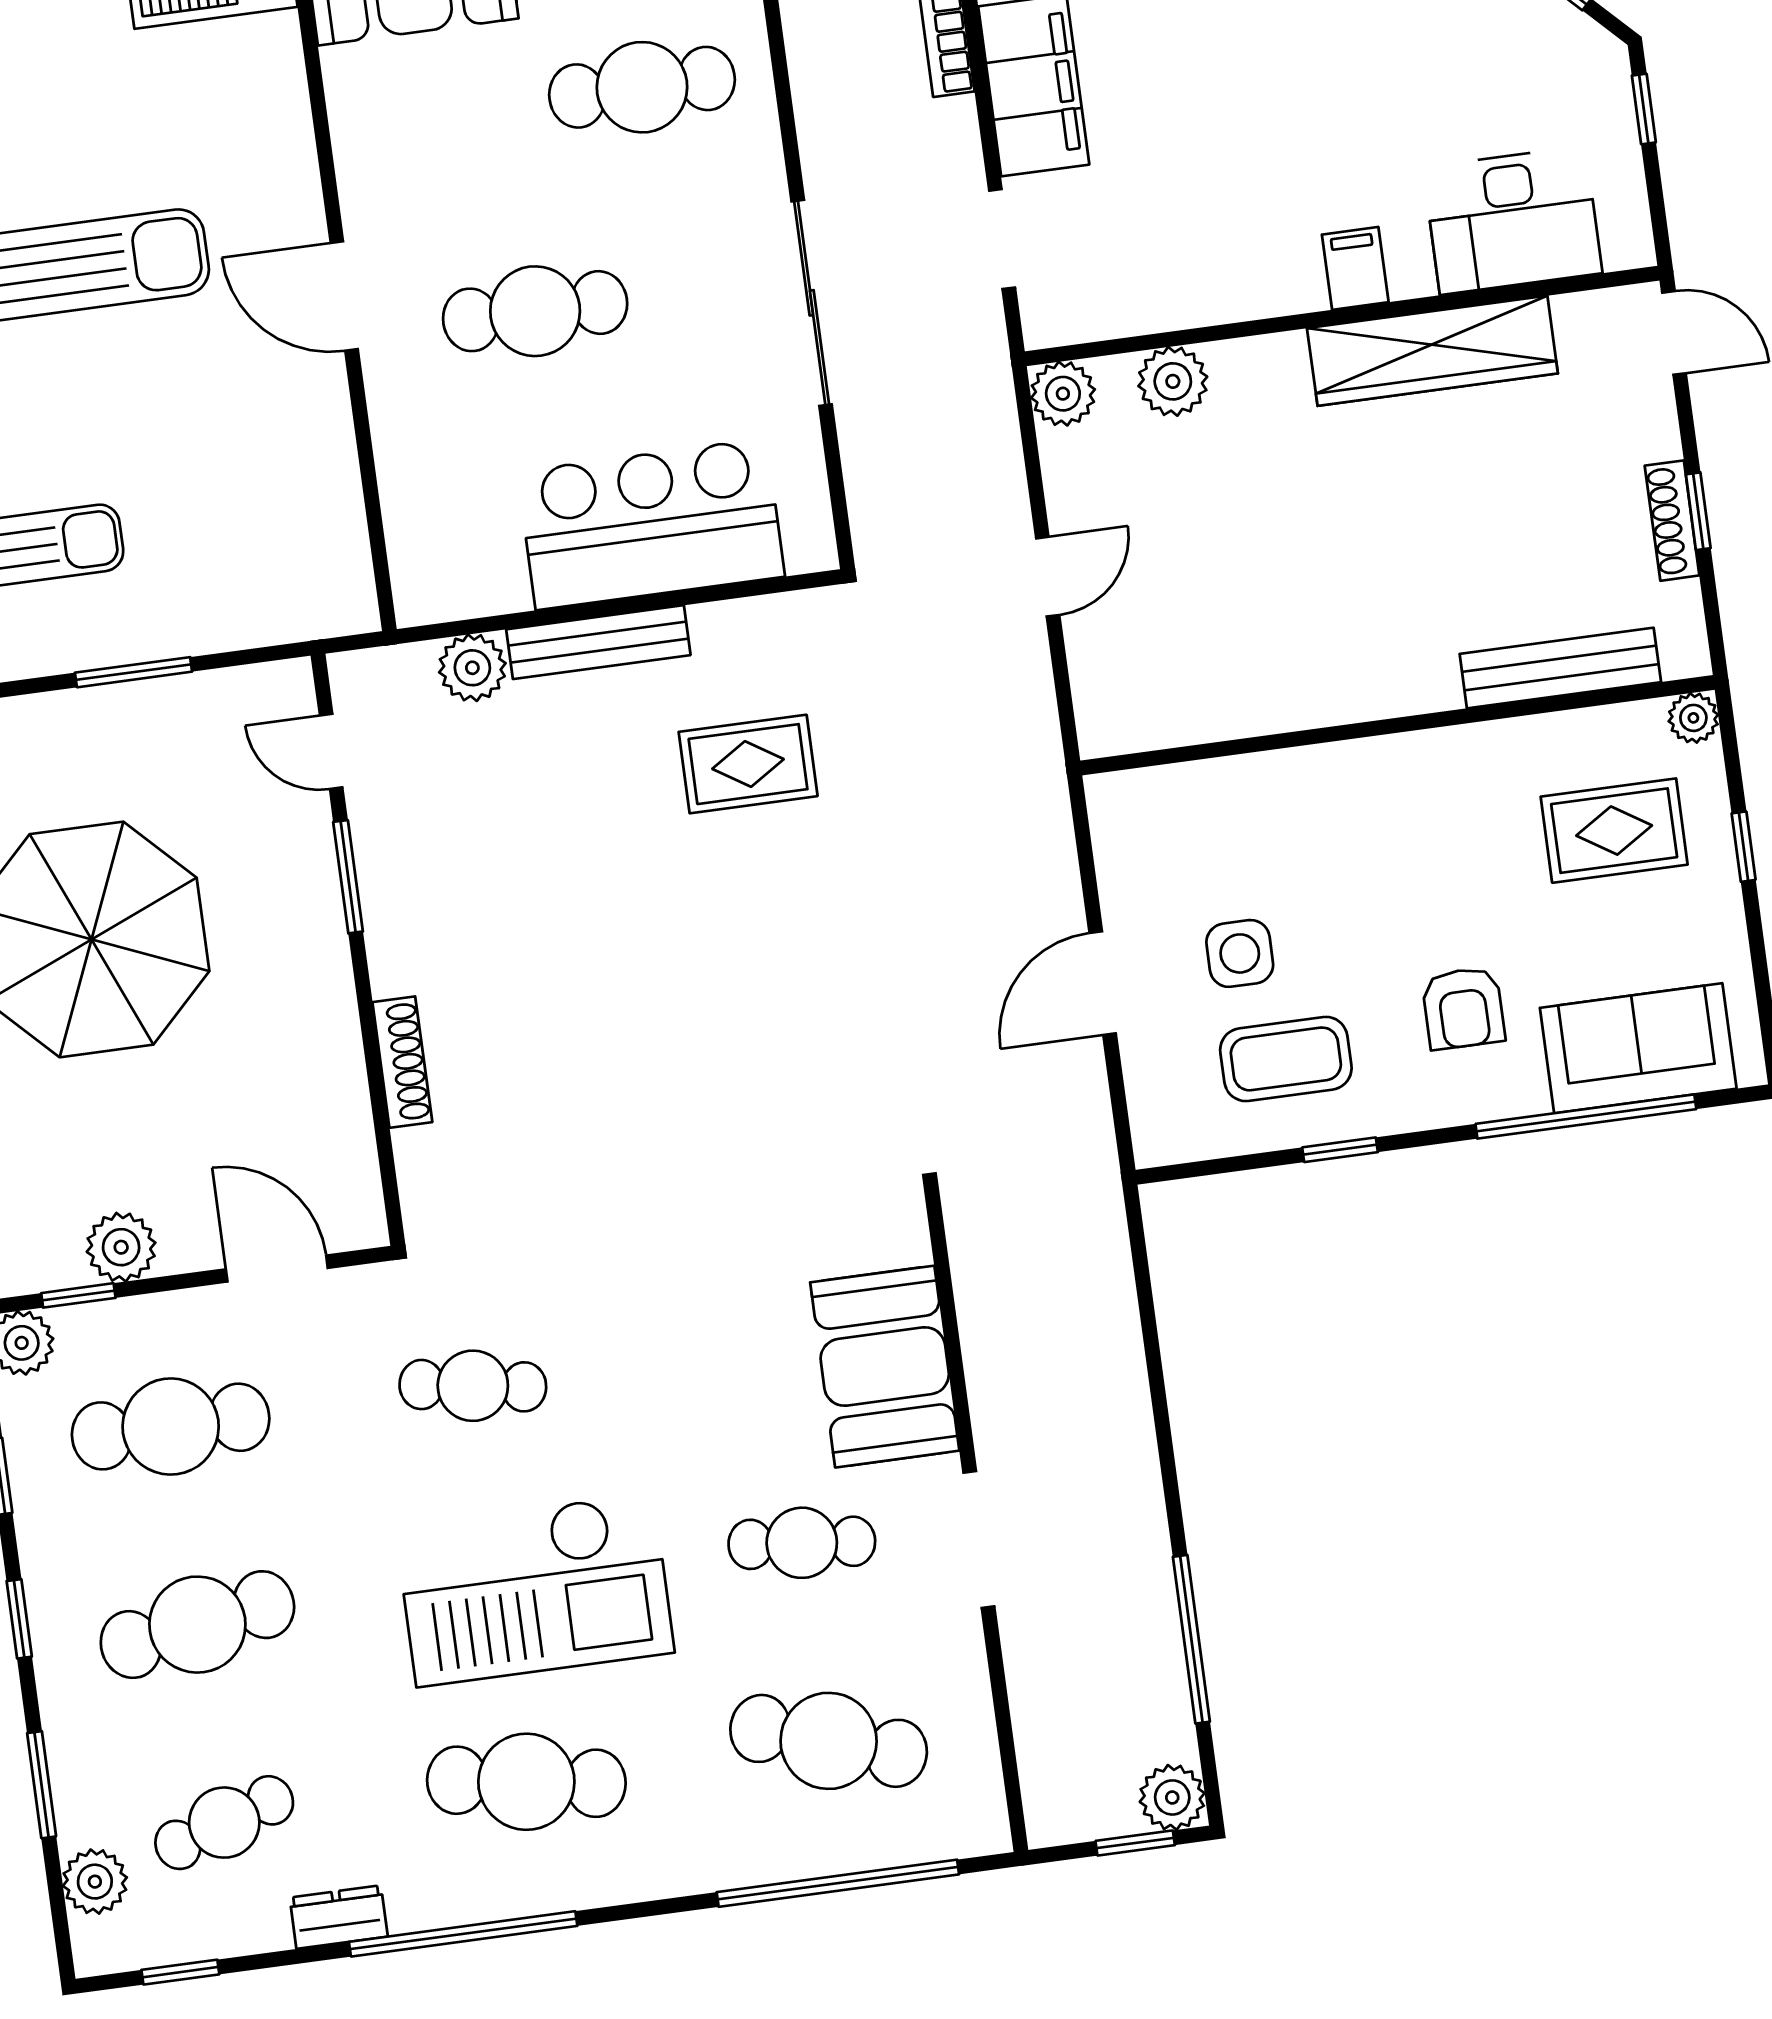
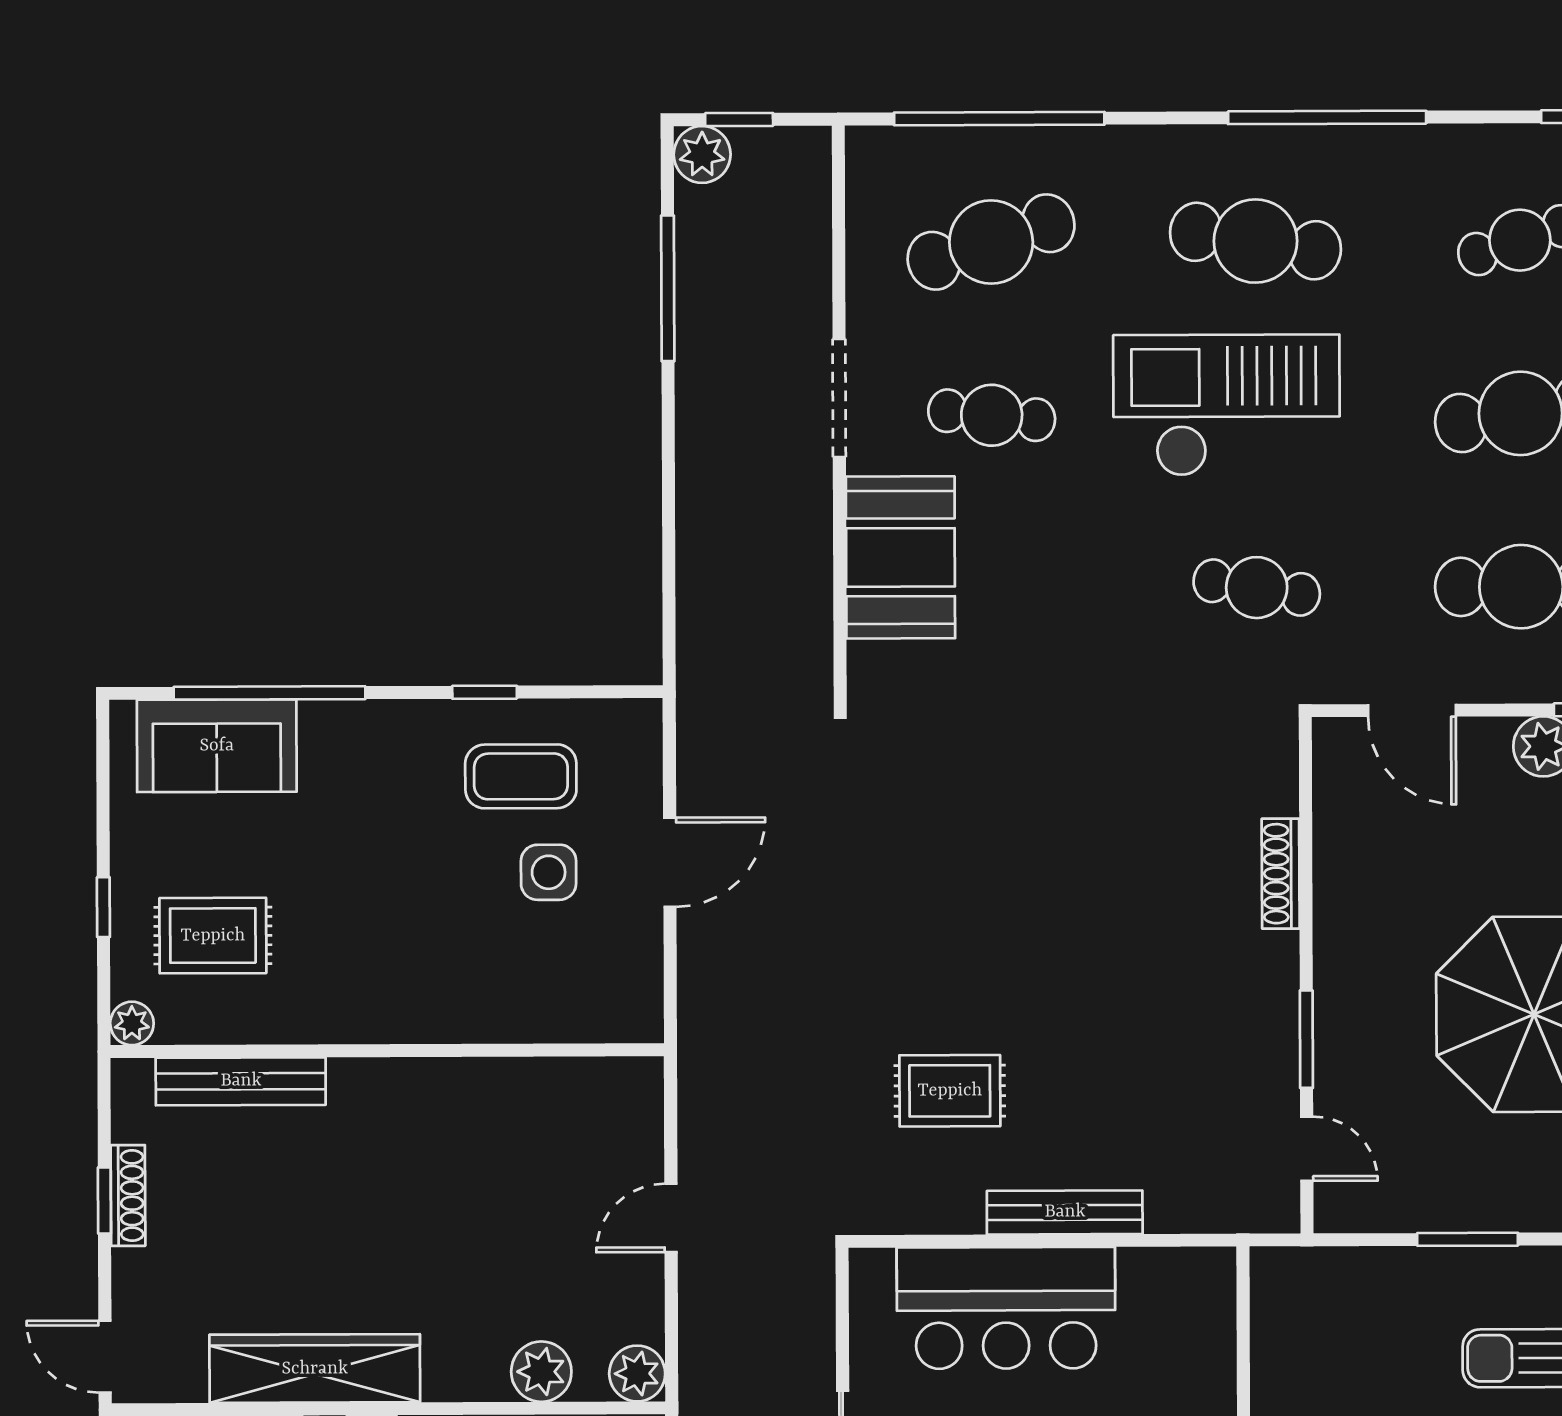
plant: (472, 668) -> (1176, 1205), removed
armchair: (1463, 1008) -> (363, 800), removed
cafe table: (829, 1741) -> (991, 242), turned -36
dresser: (339, 1917) -> (1432, 146), removed

